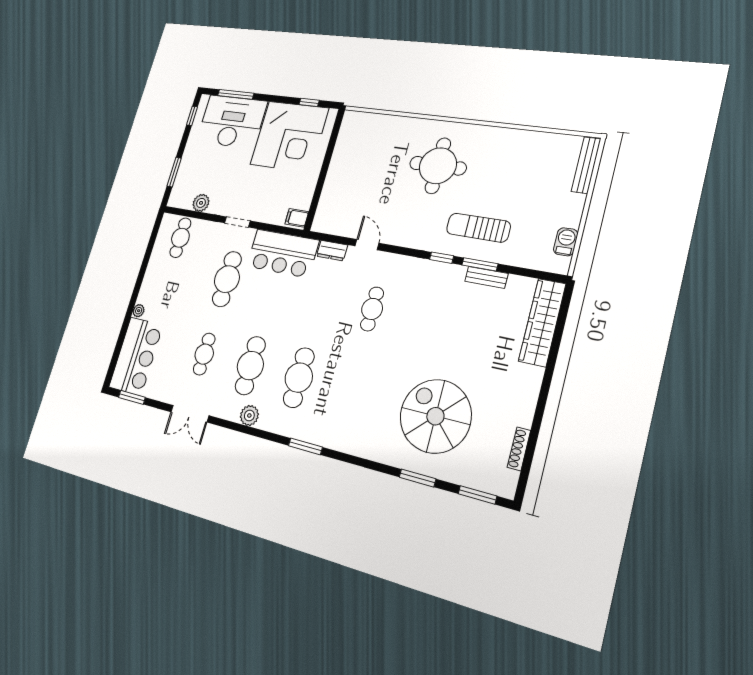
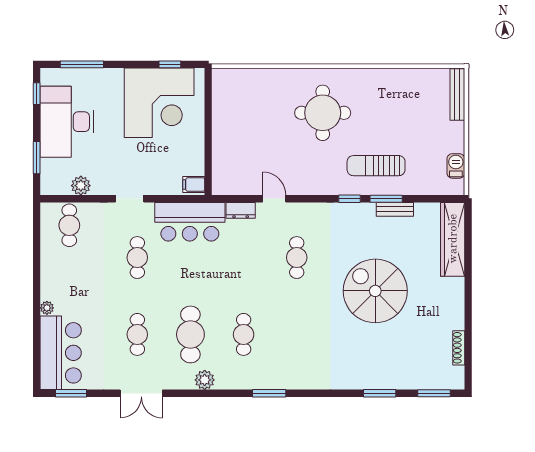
desk: (232, 122) -> (67, 122), moved, turned -90
cafe table: (227, 279) -> (137, 258), width x0.73, depth x0.74
cafe table: (299, 378) -> (244, 334), width x0.73, depth x0.74
spiral stairs: (435, 416) -> (375, 291), moved

